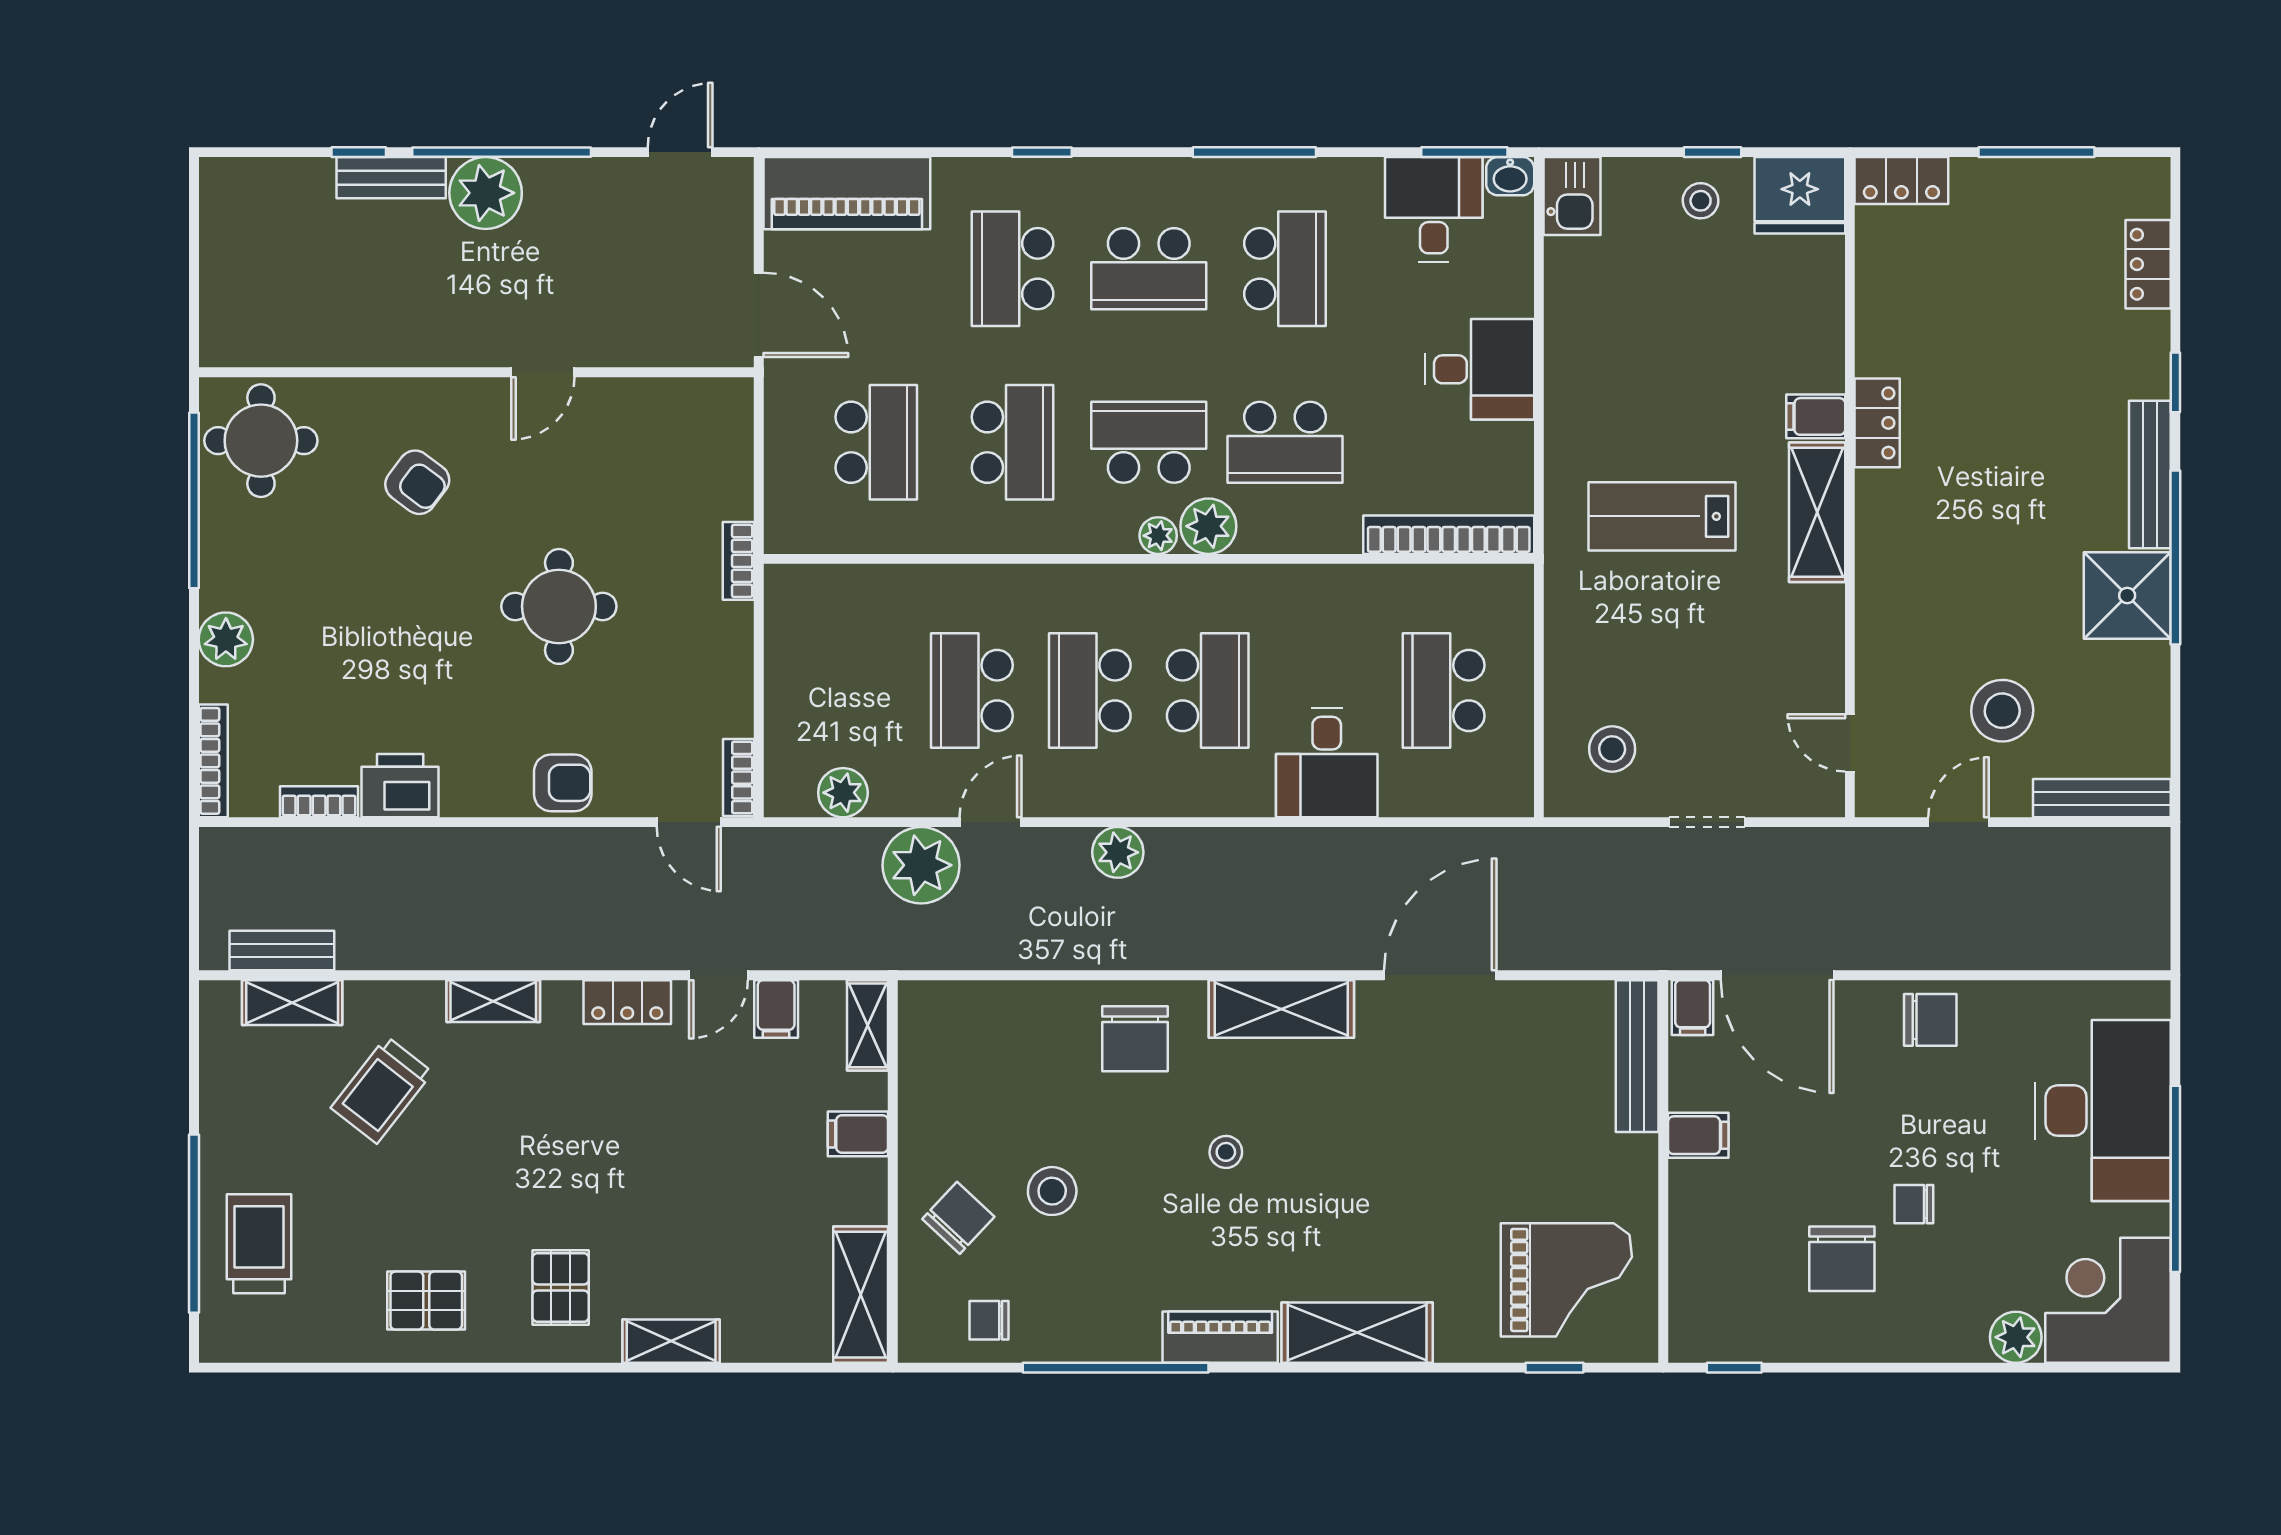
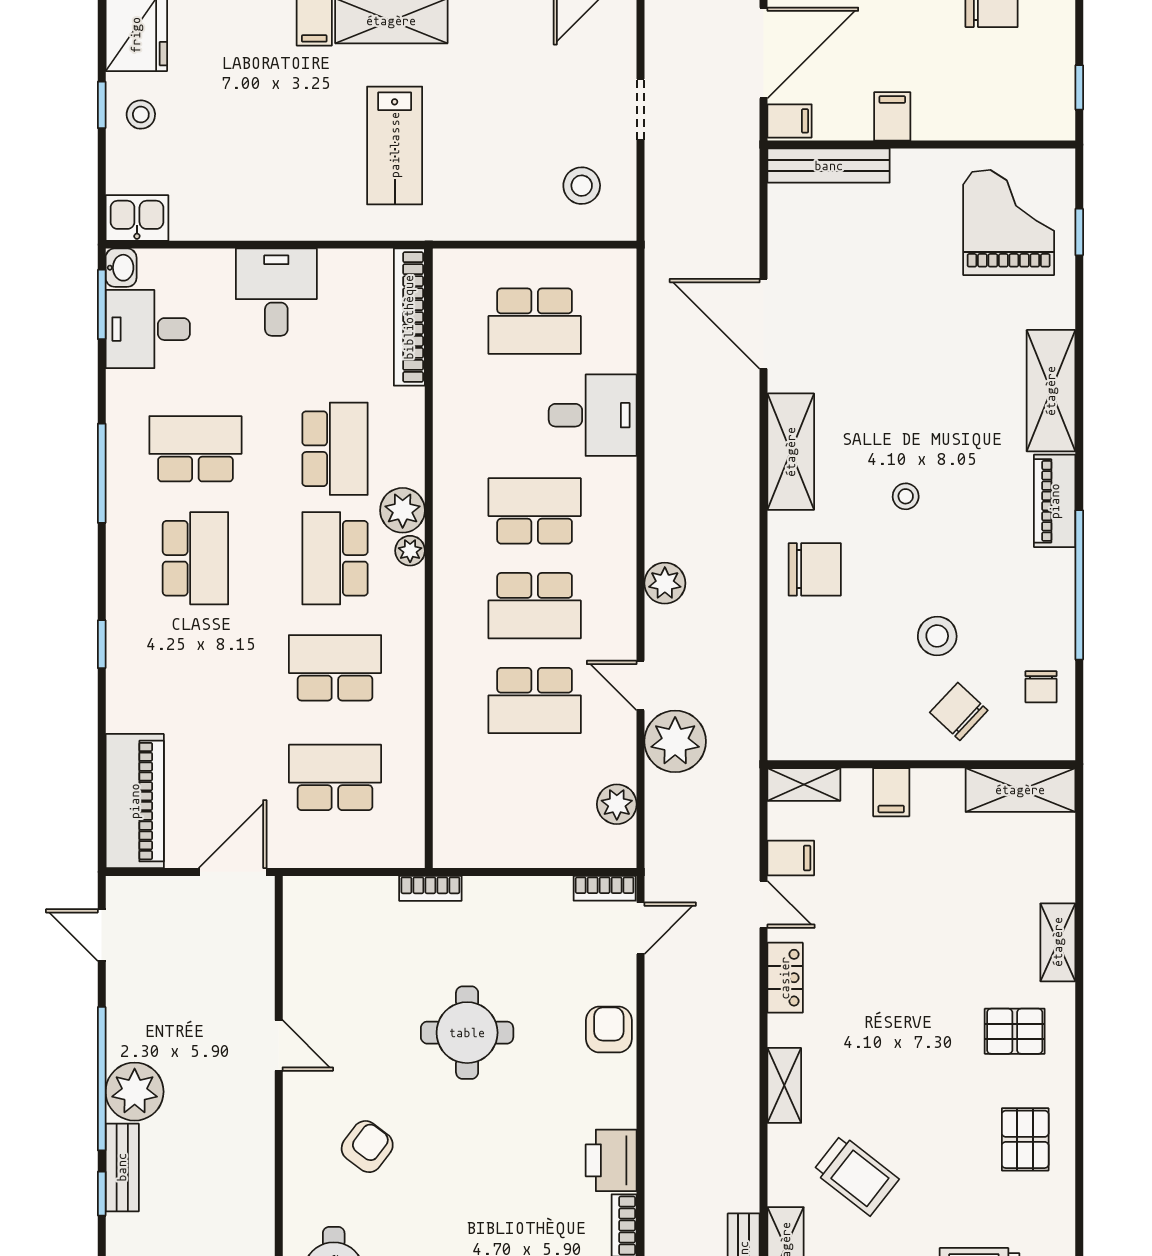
school desk: (1013, 269) -> (195, 668), removed

